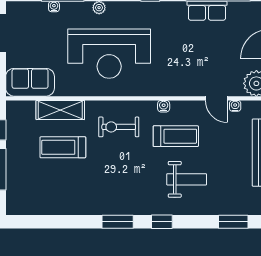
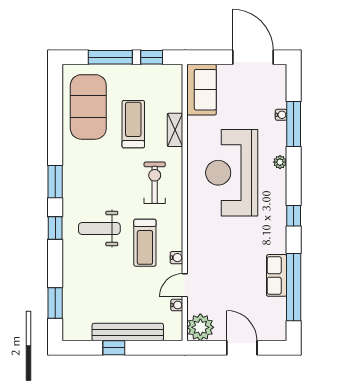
water cooler: (164, 106) -> (176, 258), moved
shelving: (60, 110) -> (175, 130), width x0.67, depth x0.75
weight bench: (187, 179) -> (99, 228), moved, turned 90
exercise mat: (46, 190) -> (88, 107), added

